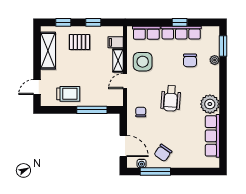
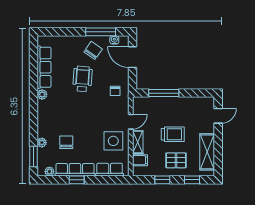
plant: (207, 31) -> (49, 172), added
trolley: (68, 94) -> (173, 134), moved, turned 180
wheelchair: (171, 98) -> (83, 79), moved
plant: (210, 104) -> (42, 94), width x0.53, depth x0.53

